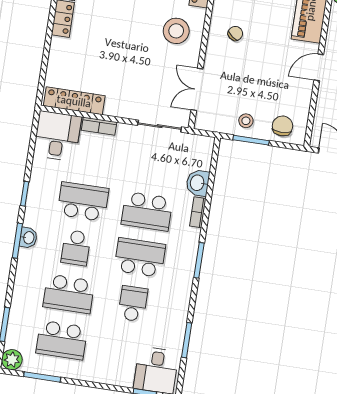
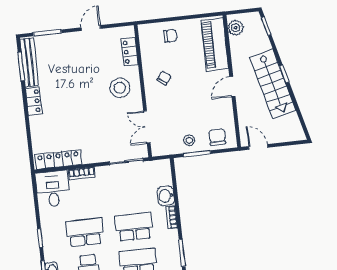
school desk: (147, 211) -> (134, 227), turned 180

